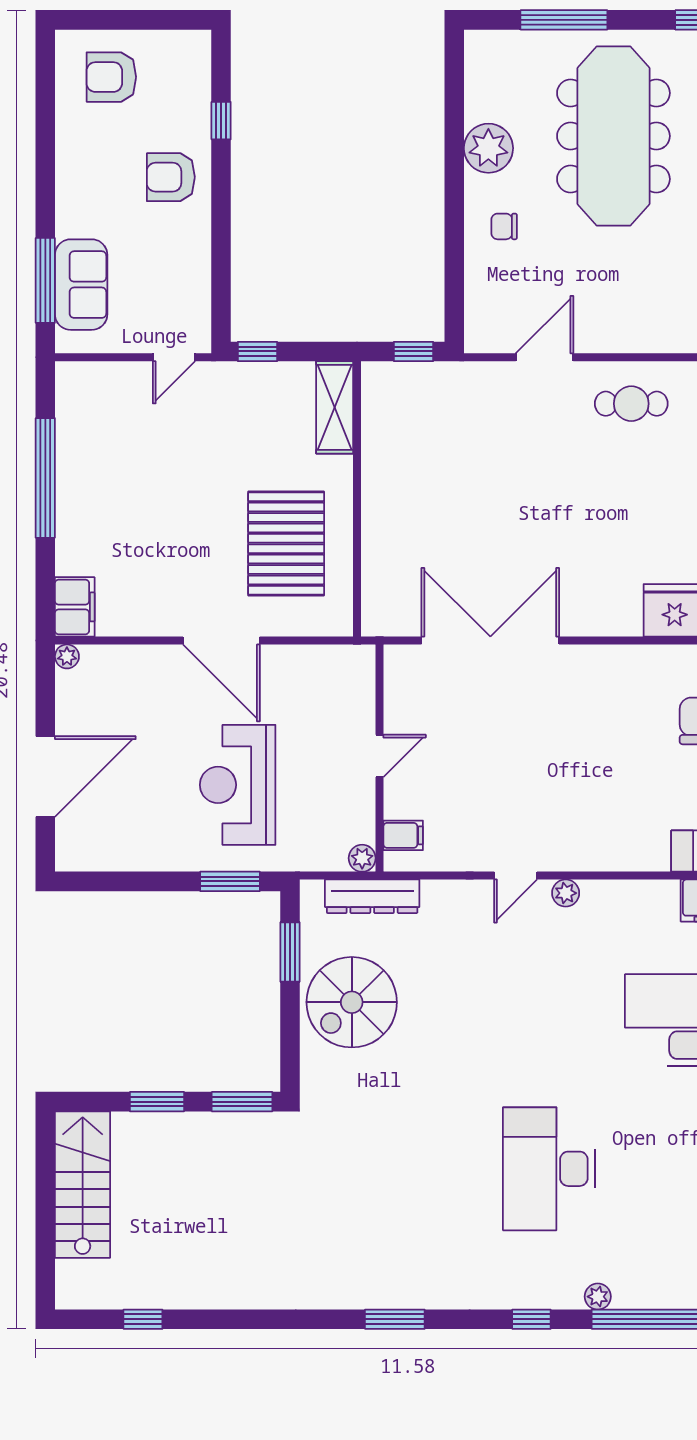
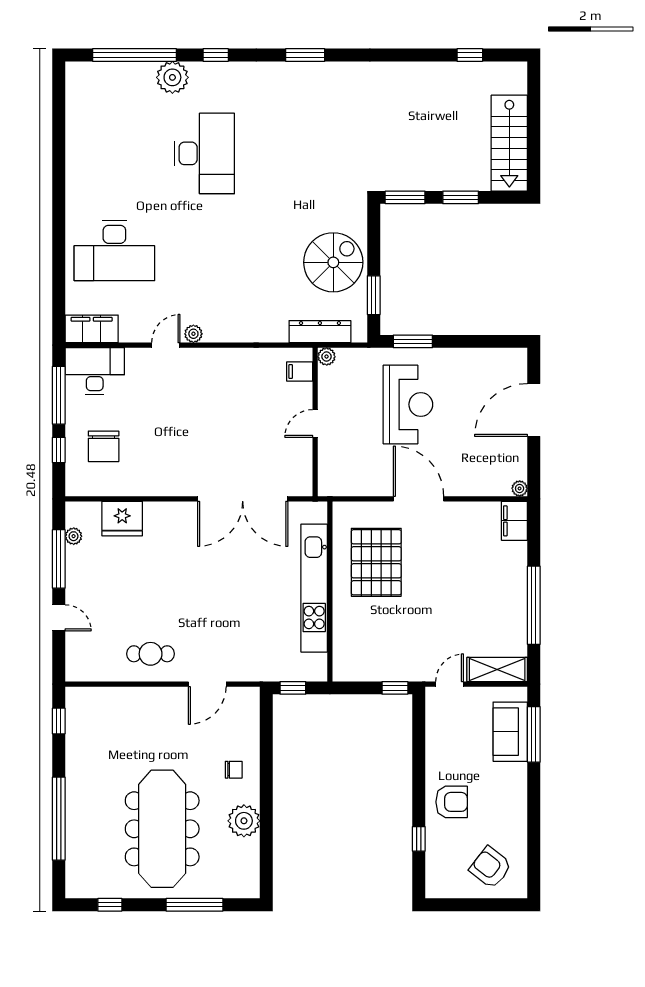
armchair: (111, 77) -> (491, 867), turned -142
shelving: (335, 407) -> (497, 670), moved, turned 90
kitchen unit: (381, 504) -> (314, 588), added
door: (516, 876) -> (166, 345), moved
plant: (598, 1297) -> (172, 77), width x1.87, depth x1.87

